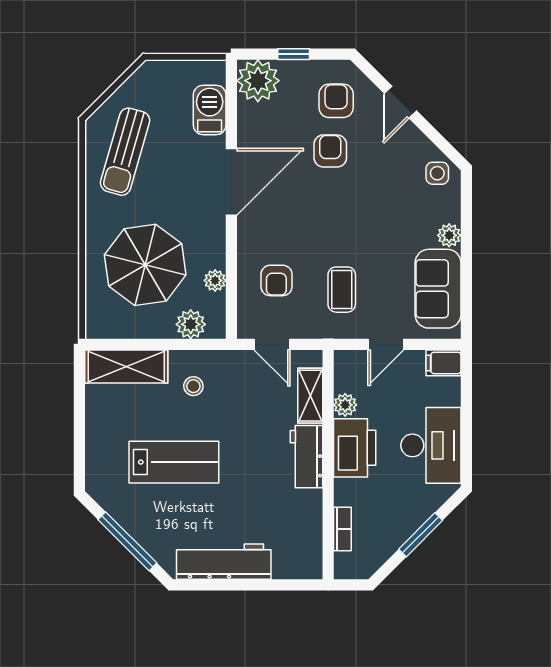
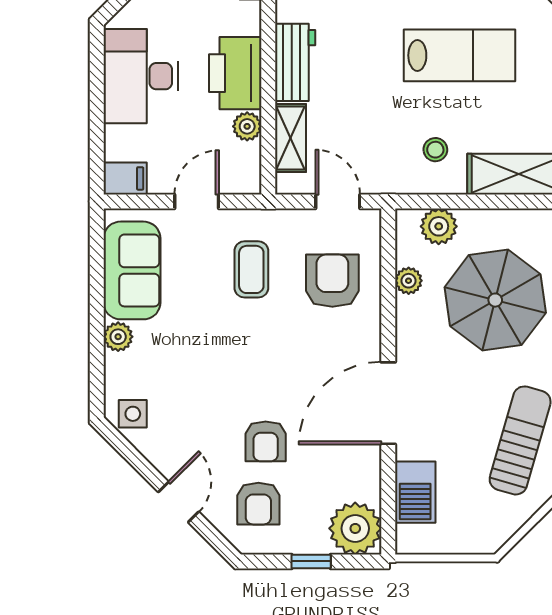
armchair: (276, 280) -> (332, 281), width x1.38, depth x1.38
lab bench: (174, 462) -> (460, 55), turned 180

